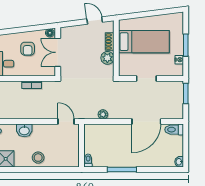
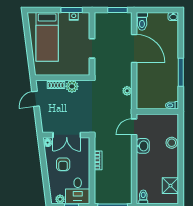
bed: (144, 42) -> (47, 37), moved, turned 180
window: (186, 45) -> (72, 10), moved
armchair: (28, 49) -> (63, 164), turned 90
window: (186, 93) -> (117, 10), moved
washbasin: (24, 130) -> (143, 146), moved
stool: (38, 158) -> (172, 143), moved

